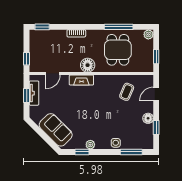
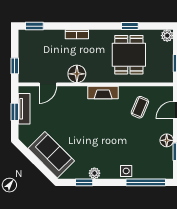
window: (119, 27) -> (130, 26), width x0.46
floor lamp: (88, 65) -> (77, 74), moved
fireplace: (81, 80) -> (103, 93), moved
window: (131, 152) -> (146, 182), width x1.44

